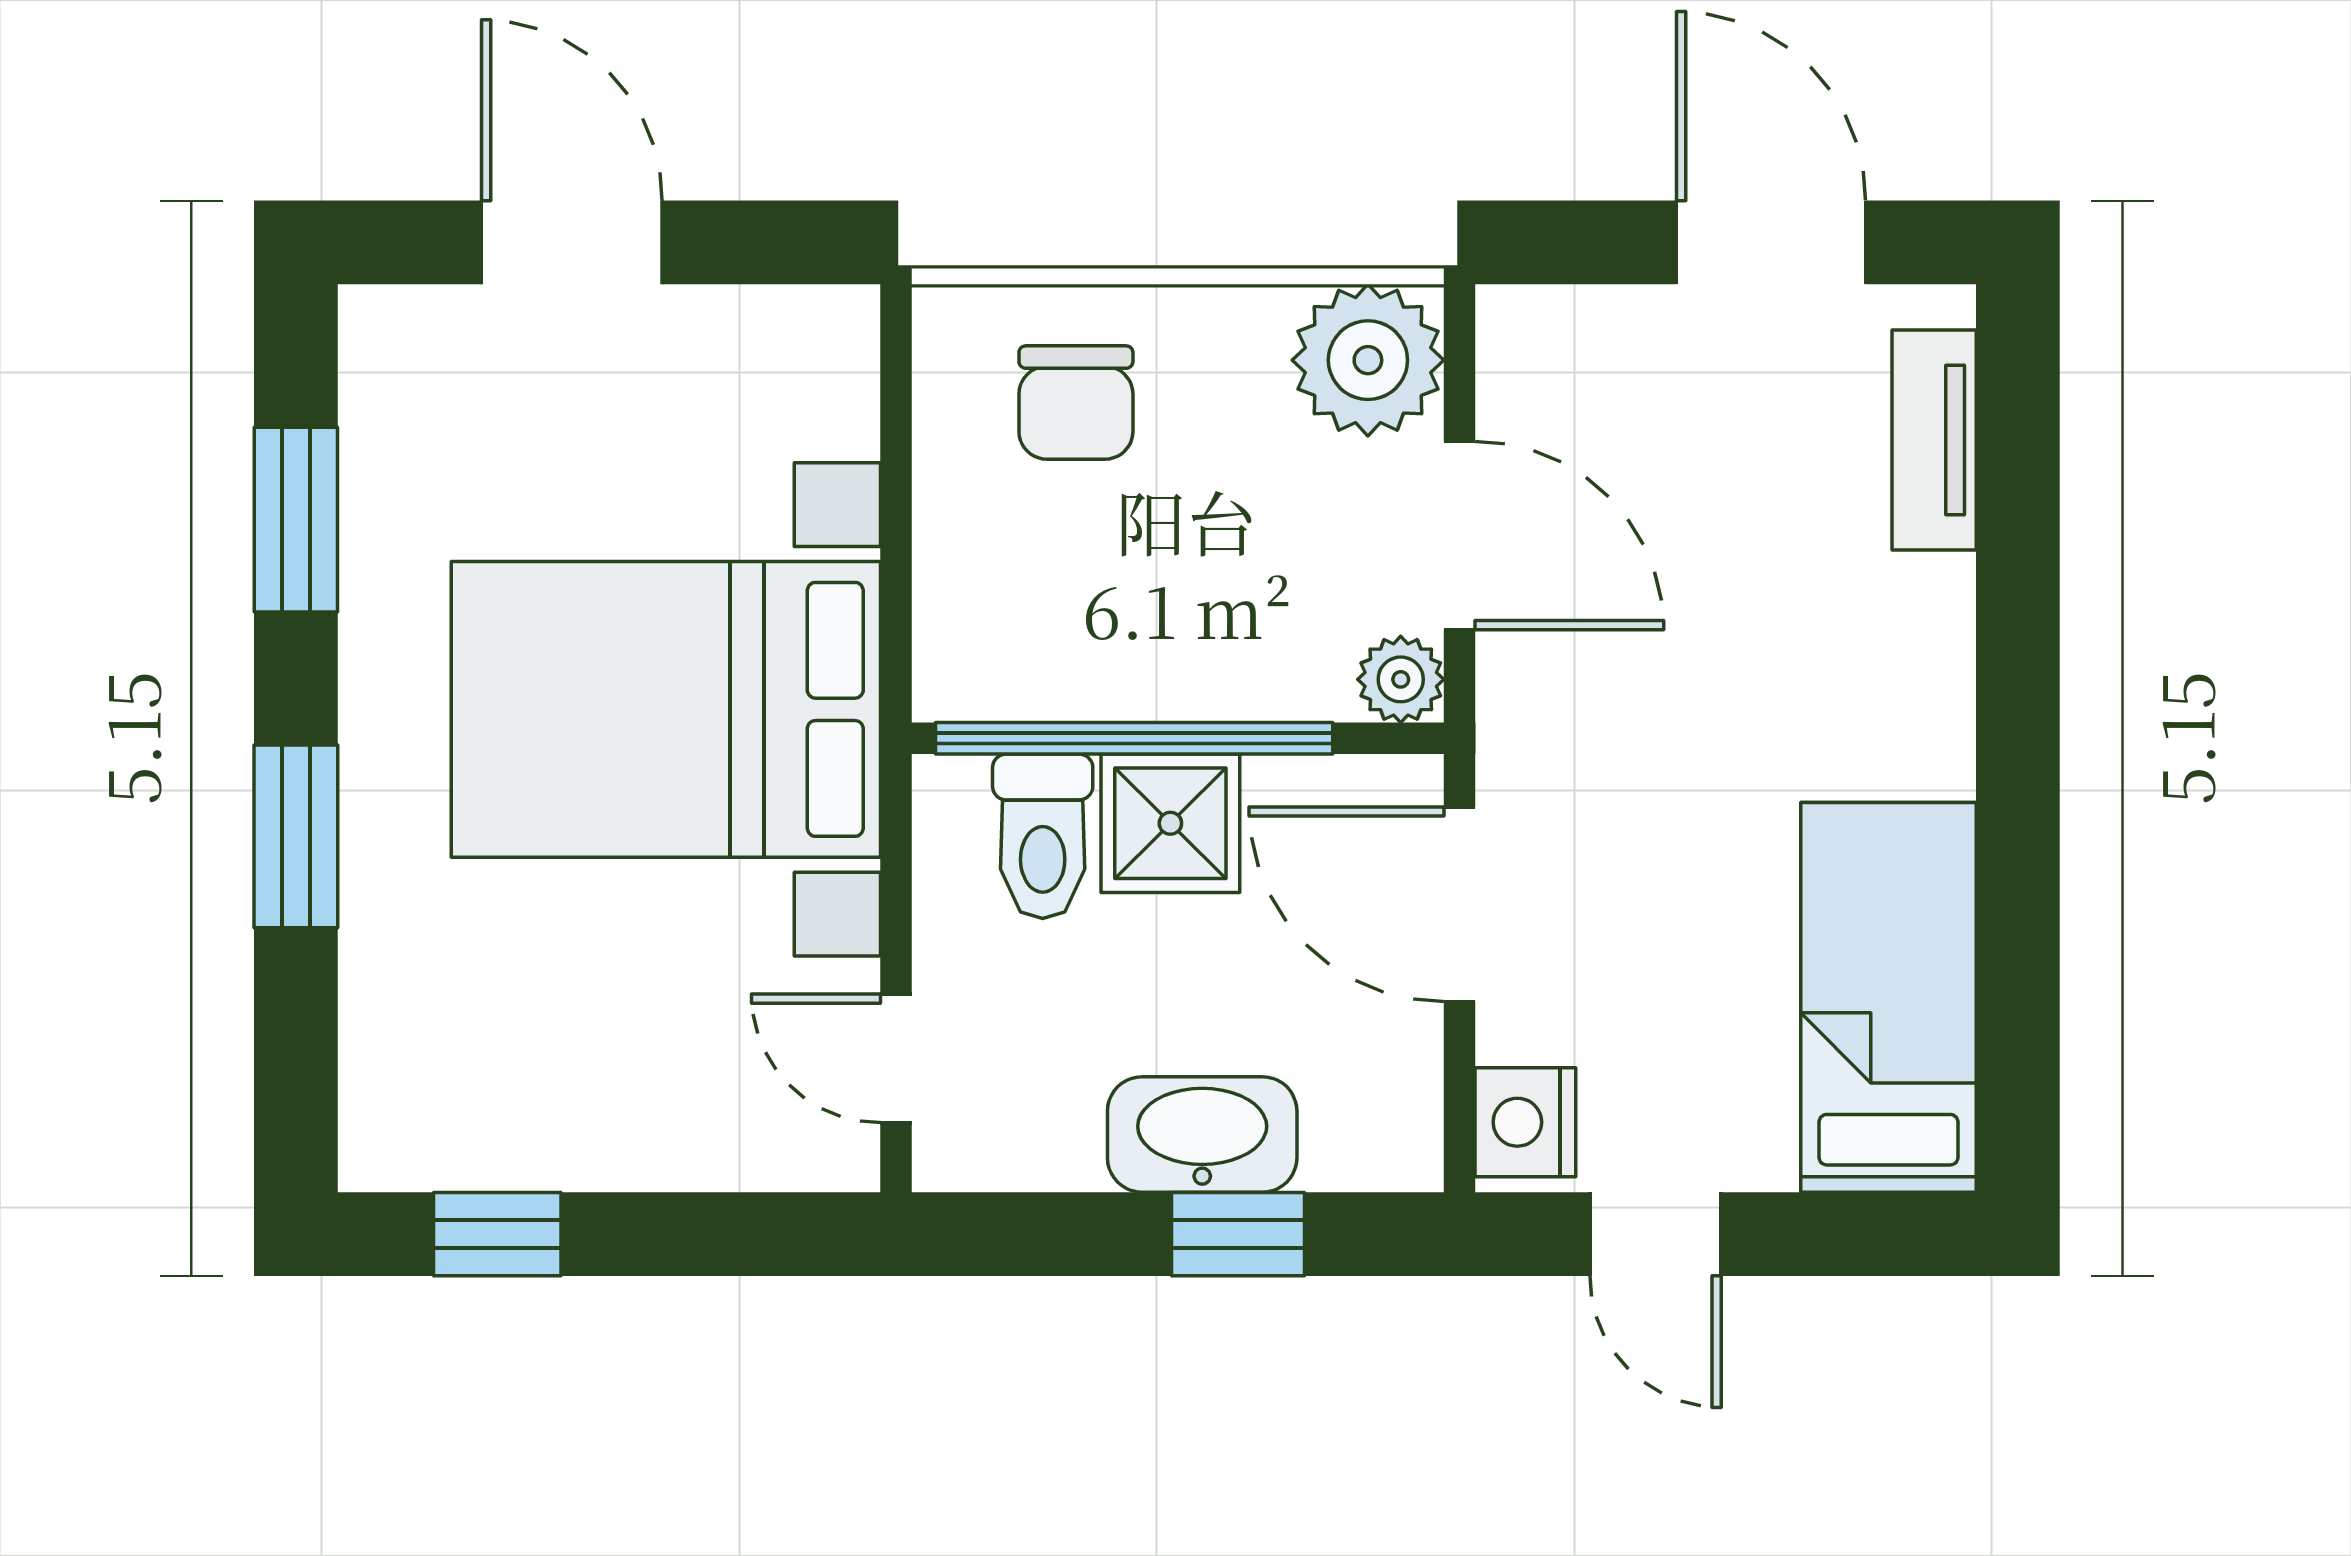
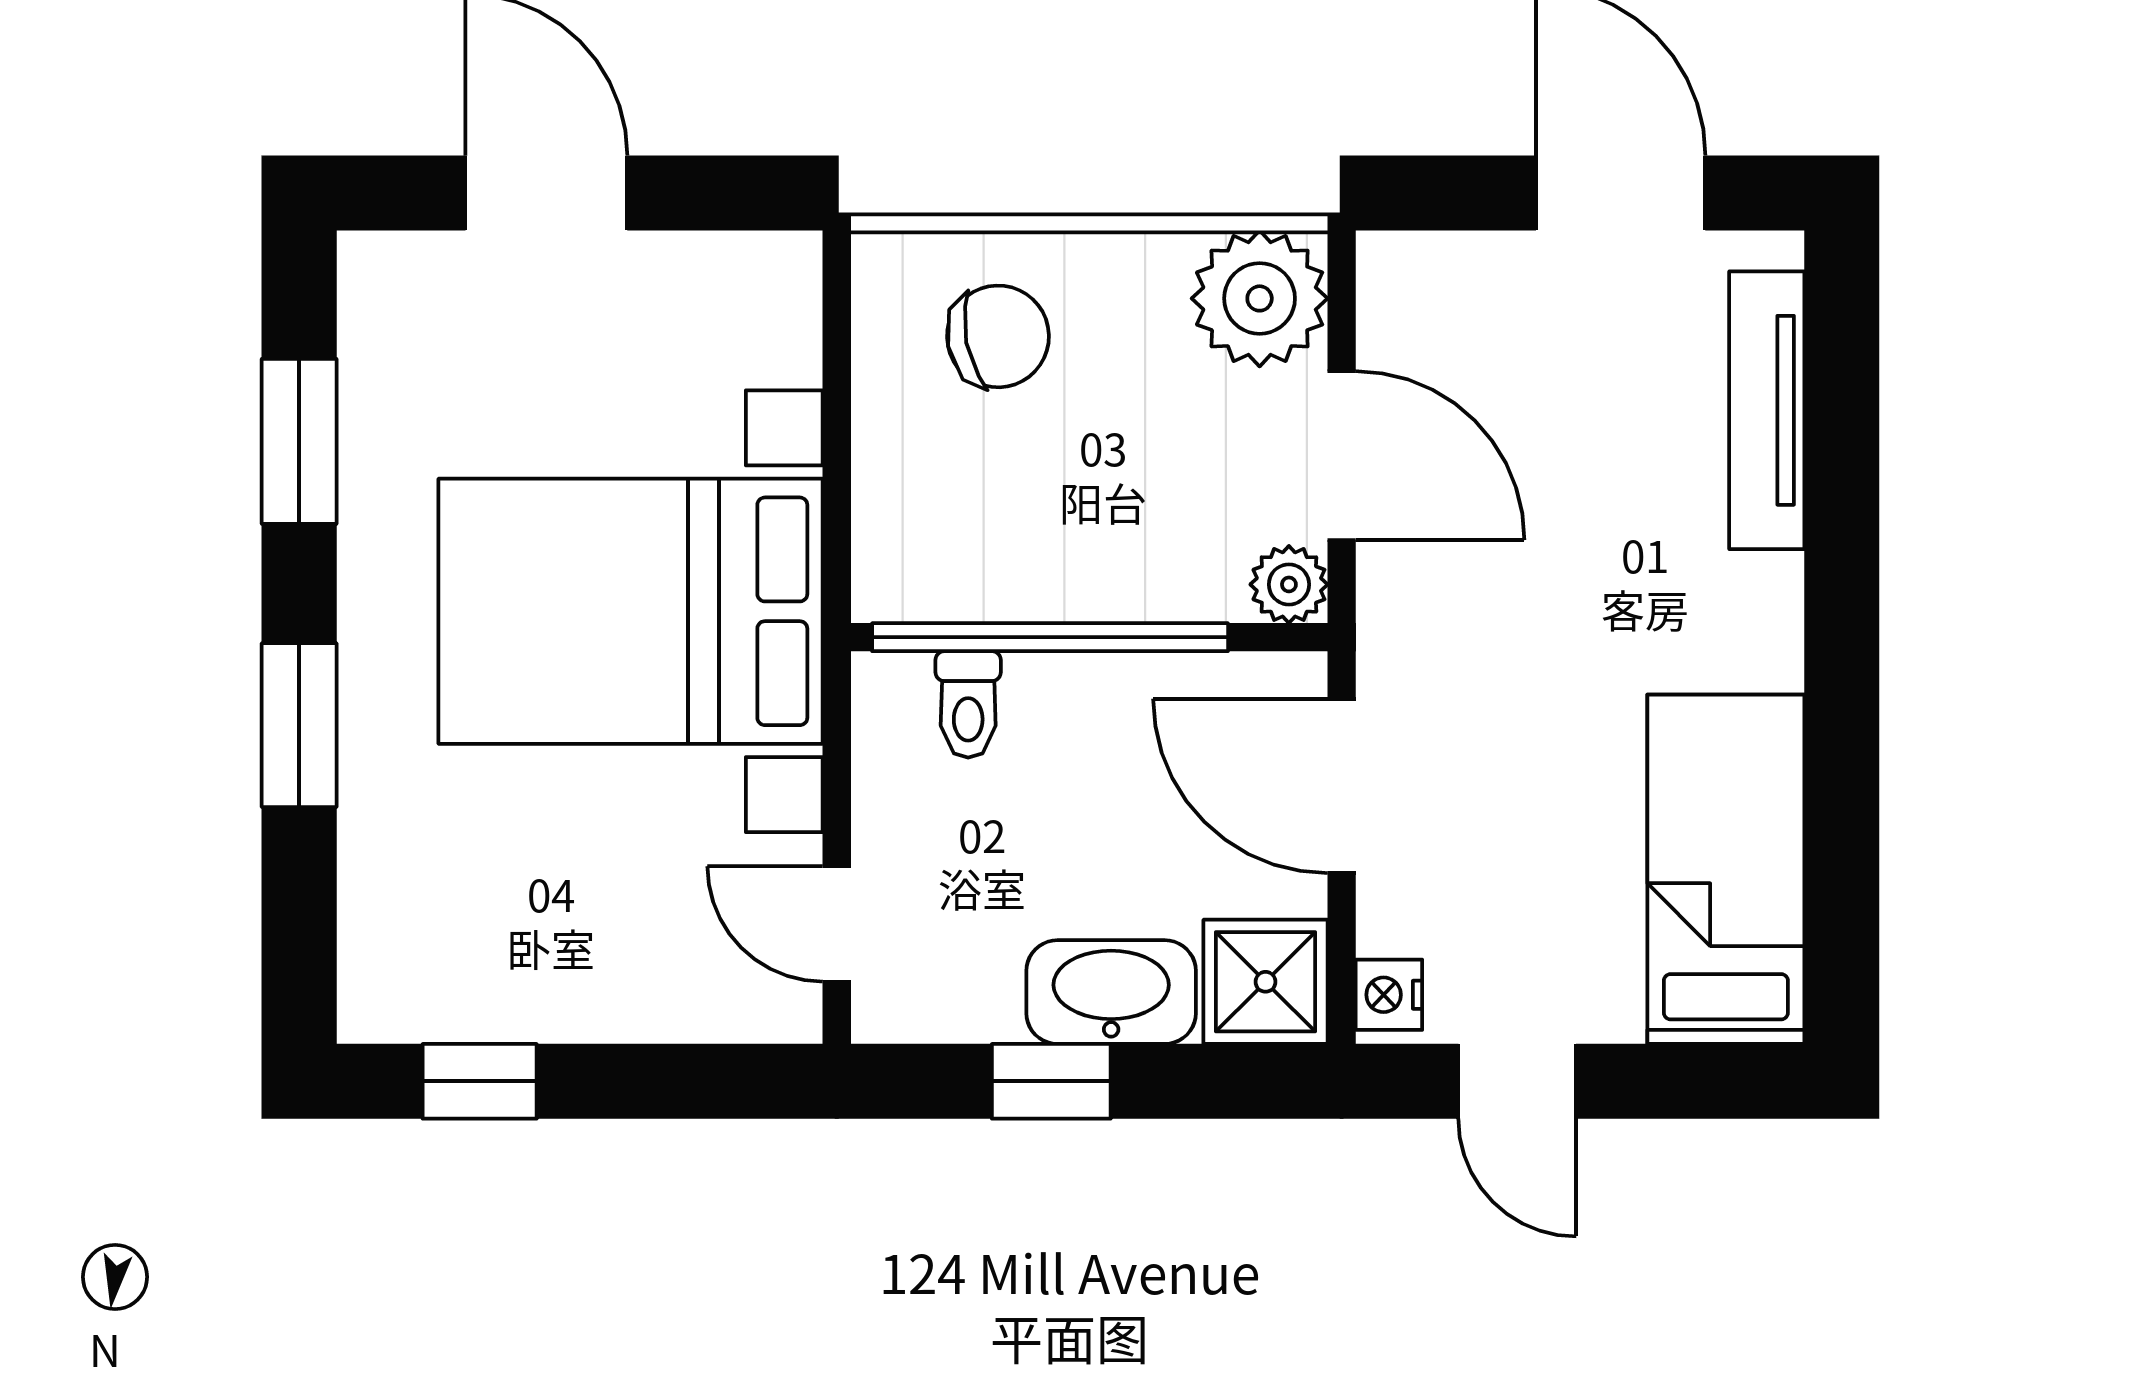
chair: (1076, 403) -> (998, 336), turned -101
tv unit: (1934, 440) -> (1767, 410), width x1.41
shower: (1170, 823) -> (1266, 982), moved
toilet: (1043, 836) -> (968, 704), width x0.73, depth x0.72
nightstand: (1525, 1122) -> (1389, 995), width x0.72, depth x0.74
window: (1238, 1234) -> (1051, 1081), moved

